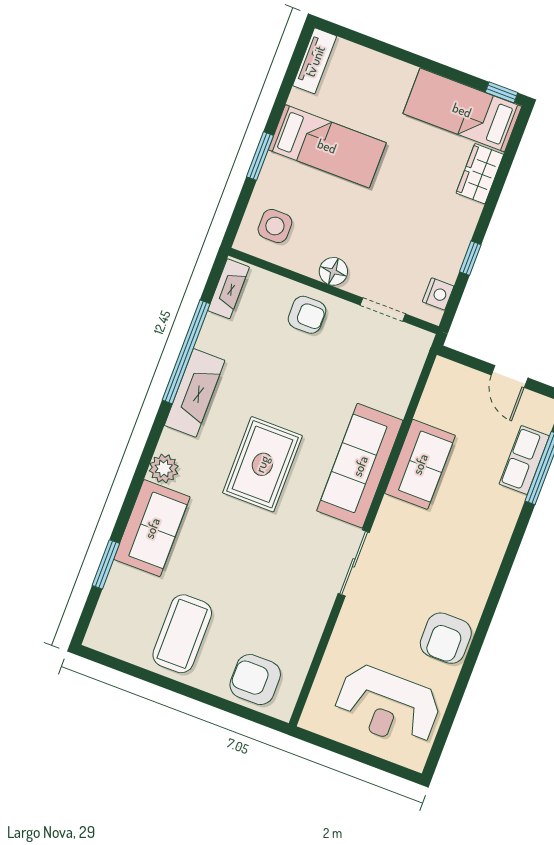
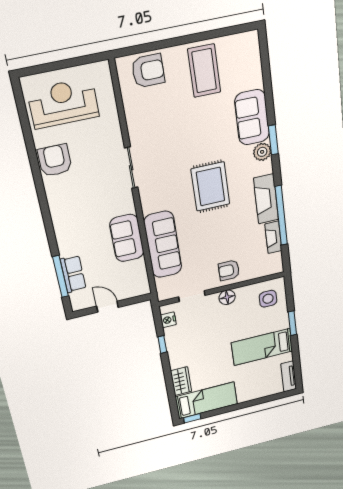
fireplace: (229, 289) -> (273, 237), moved
sofa: (360, 466) -> (163, 245), moved
window: (106, 564) -> (273, 140), moved

